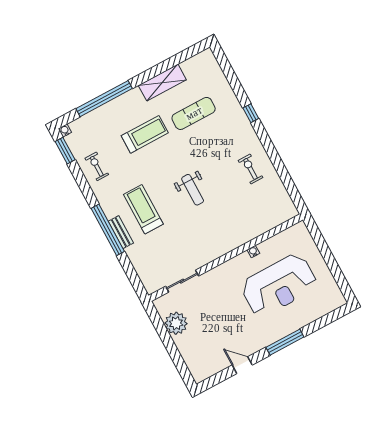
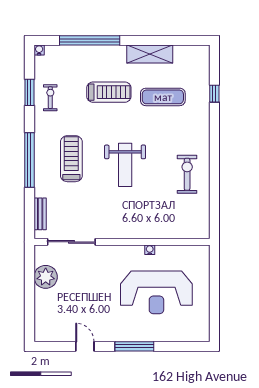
window: (251, 113) -> (214, 94), moved
window: (65, 151) -> (29, 92), moved
exercise bike: (250, 169) -> (187, 174), width x1.38, depth x1.39
weight bench: (193, 190) -> (125, 165), width x1.36, depth x1.33
bench: (121, 232) -> (40, 214), moved
sliding door: (182, 281) -> (71, 242), width x1.37

